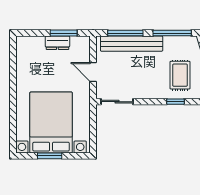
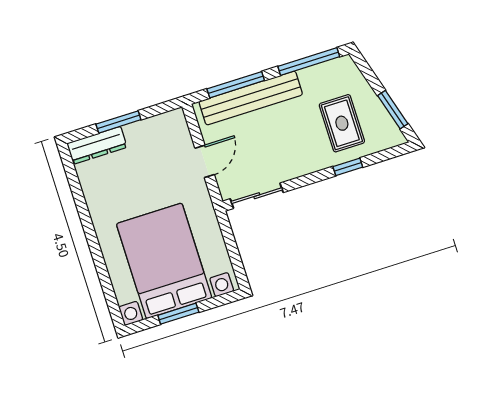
window: (64, 33) -> (118, 122), moved
dresser: (57, 43) -> (97, 145), moved, width x1.44
door: (93, 72) -> (205, 161), swing flipped

